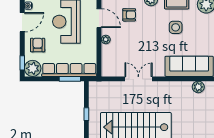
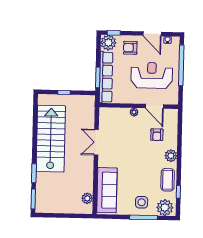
door: (99, 18) -> (154, 106), hinge flipped
side table: (176, 27) -> (142, 202), moved
armchair: (38, 45) -> (130, 48), turned 180
double door: (138, 79) -> (96, 142), swing flipped

